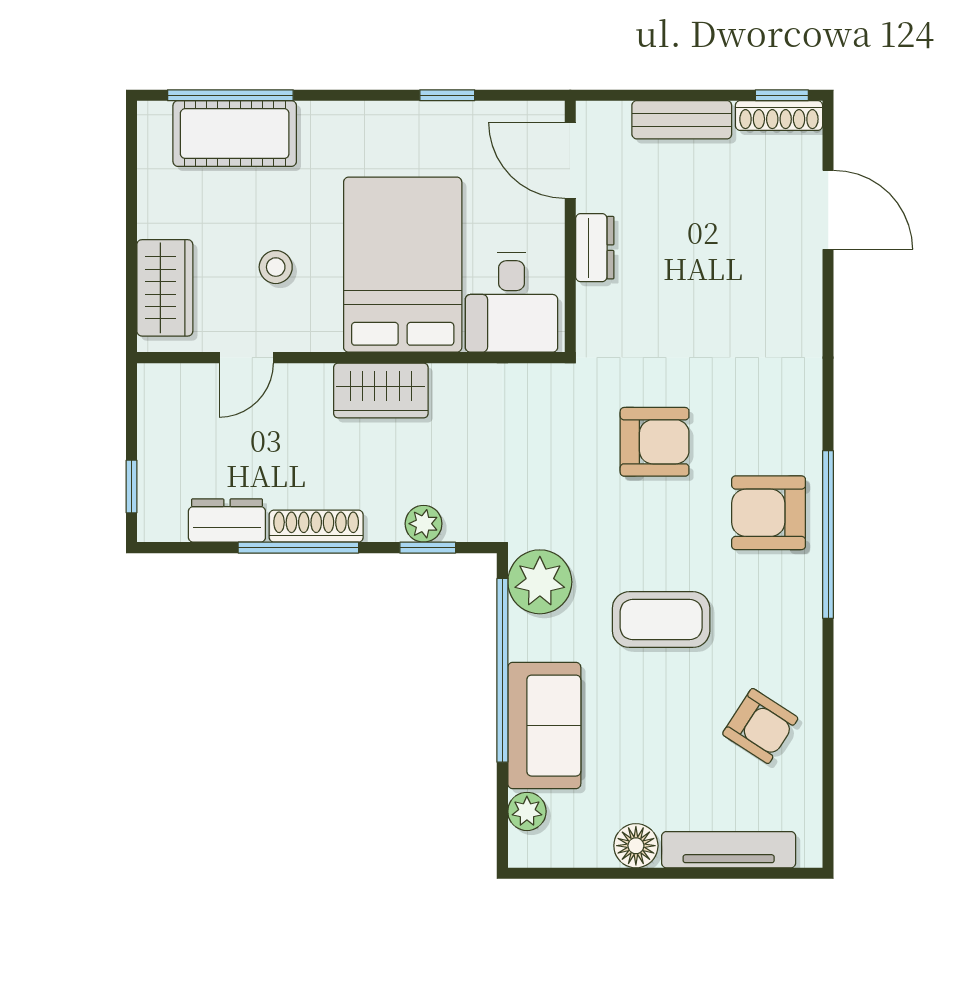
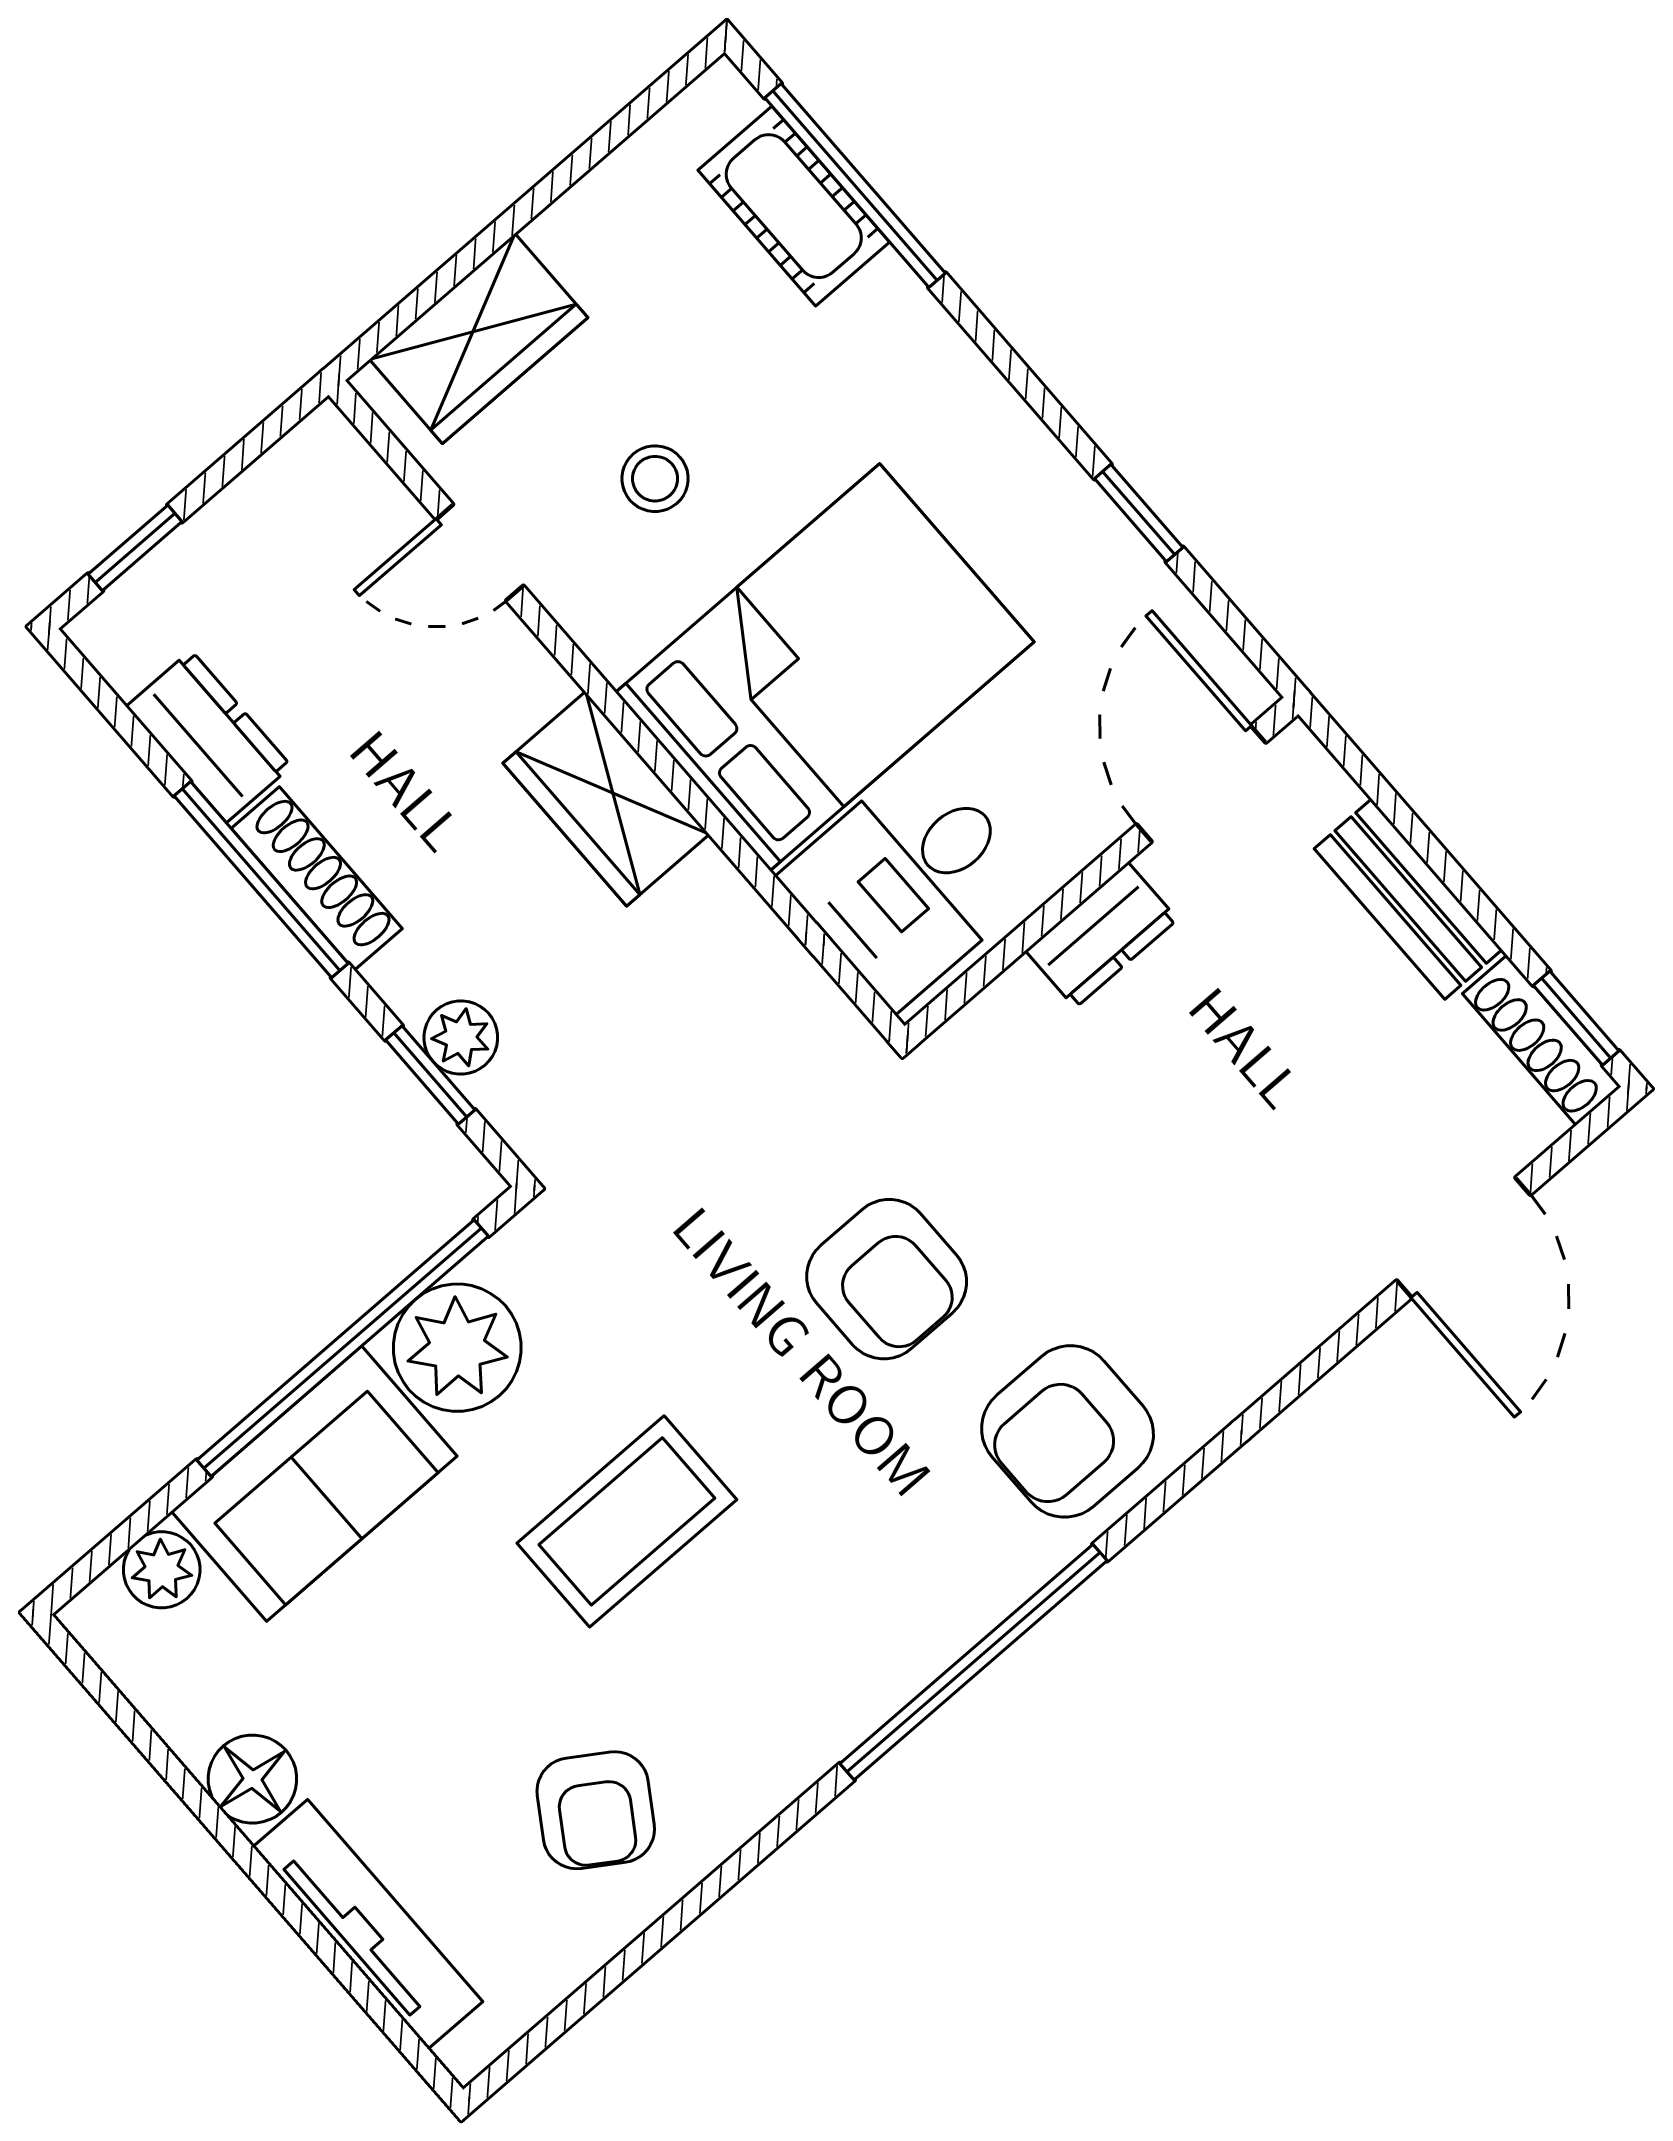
cot: (235, 134) -> (794, 206), width x0.73, depth x0.75
armchair: (769, 513) -> (1068, 1431), moved, turned -90
plant: (540, 582) -> (457, 1348), moved
coffee table: (661, 620) -> (627, 1521), turned 90

